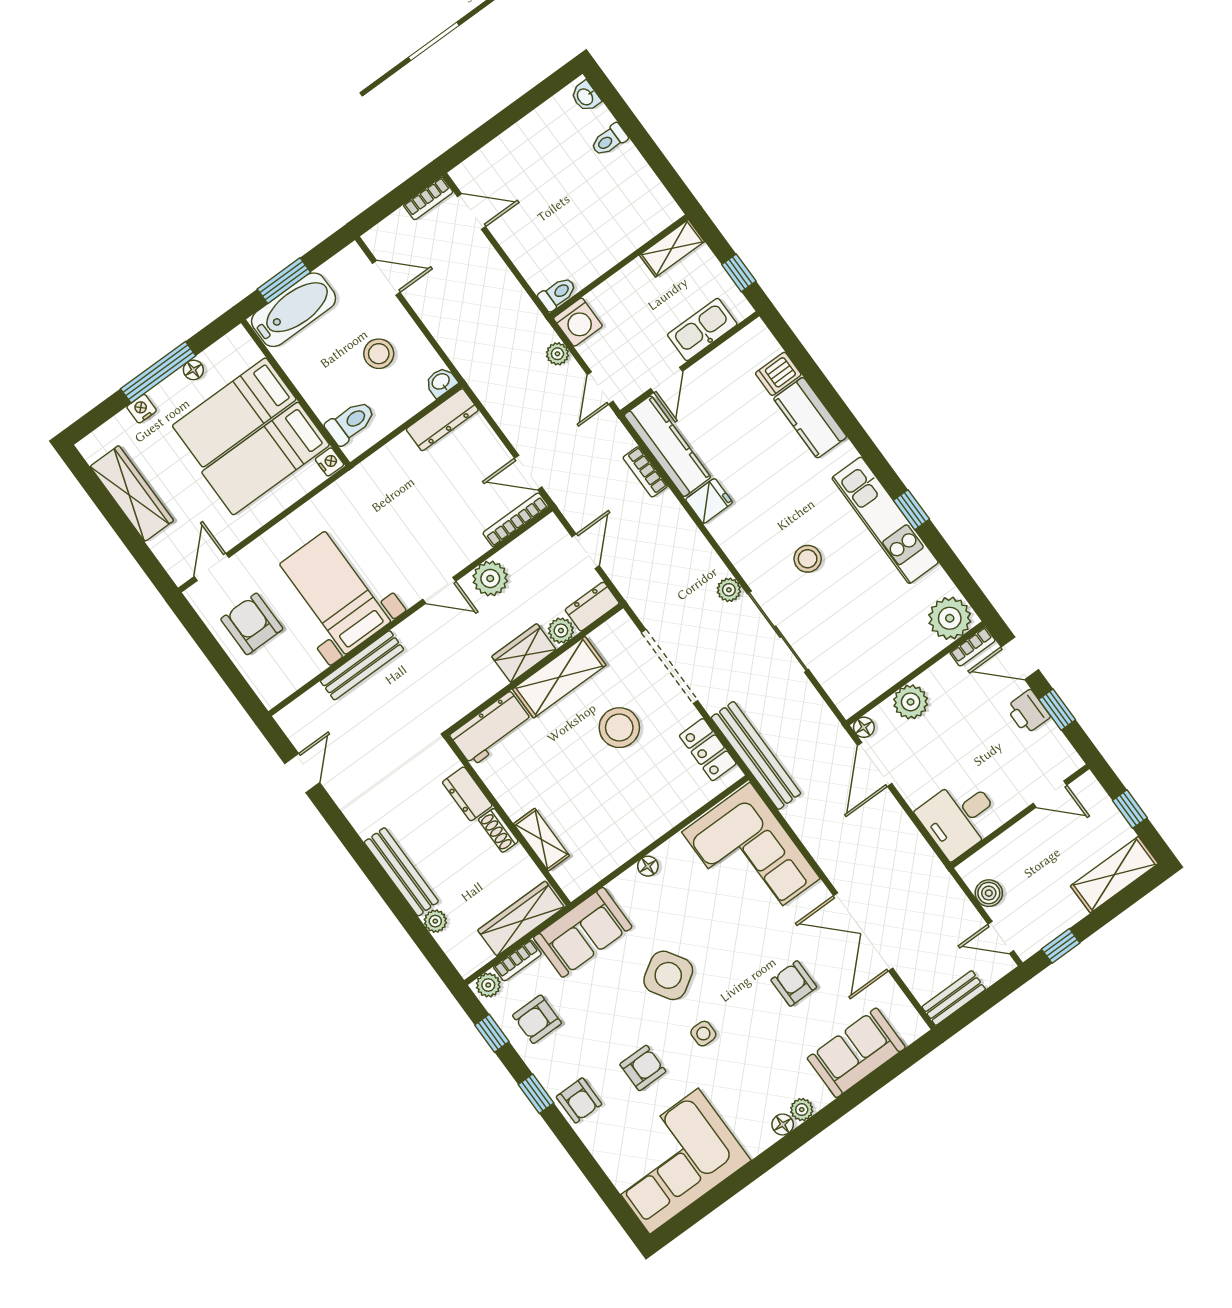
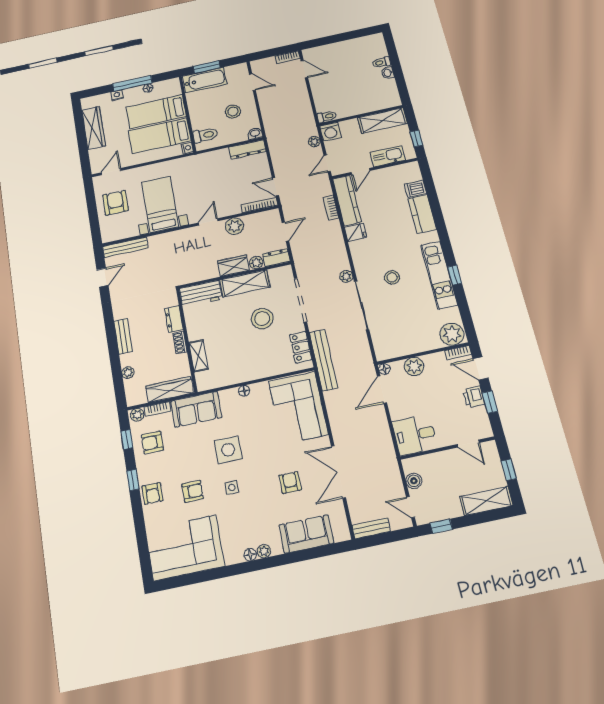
washbasin: (586, 97) -> (388, 73), moved
shelving: (672, 248) -> (382, 120), width x1.50, depth x1.33
door: (439, 590) -> (208, 222), swing flipped
bench: (362, 665) -> (125, 247), moved
bench: (401, 872) -> (123, 336), width x0.73
side table: (668, 975) -> (228, 450), turned 32

